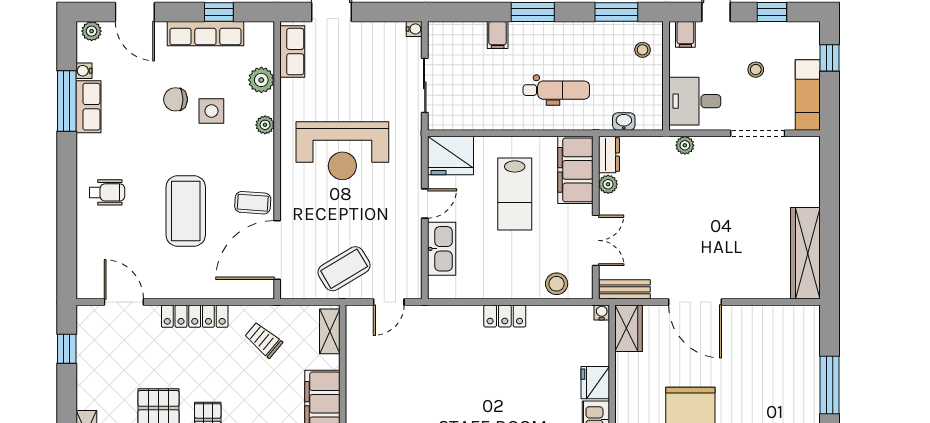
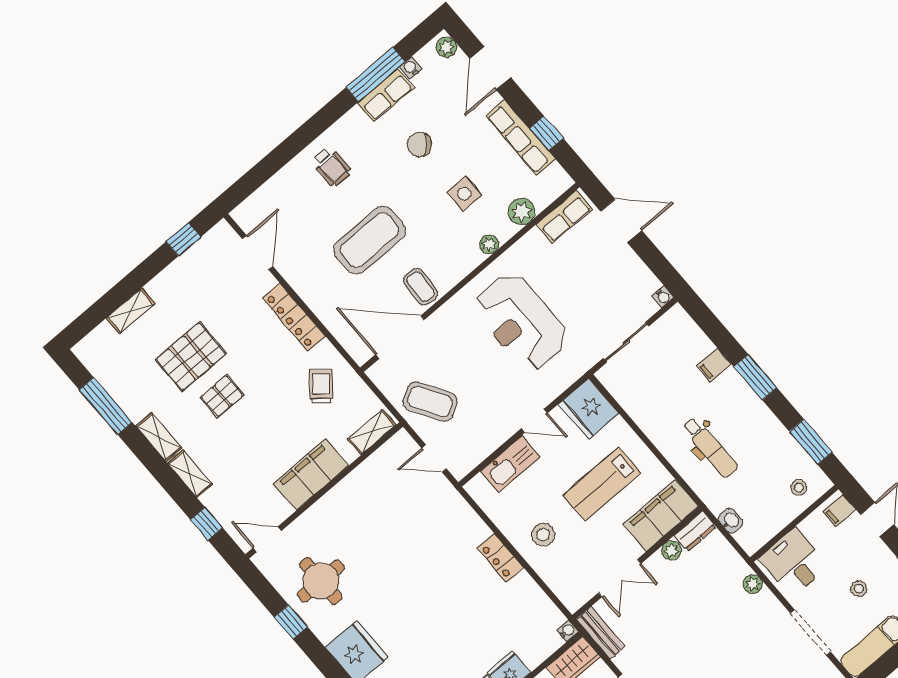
chair: (176, 99) -> (419, 145), moved, turned -45
stool: (557, 284) -> (543, 535), moved

